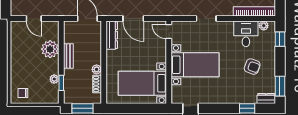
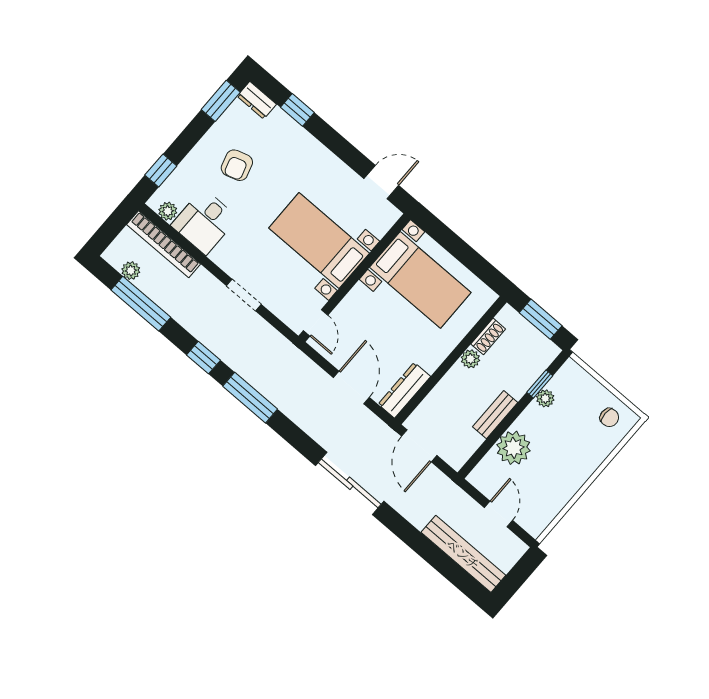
armchair: (252, 67) -> (237, 165), turned -127

